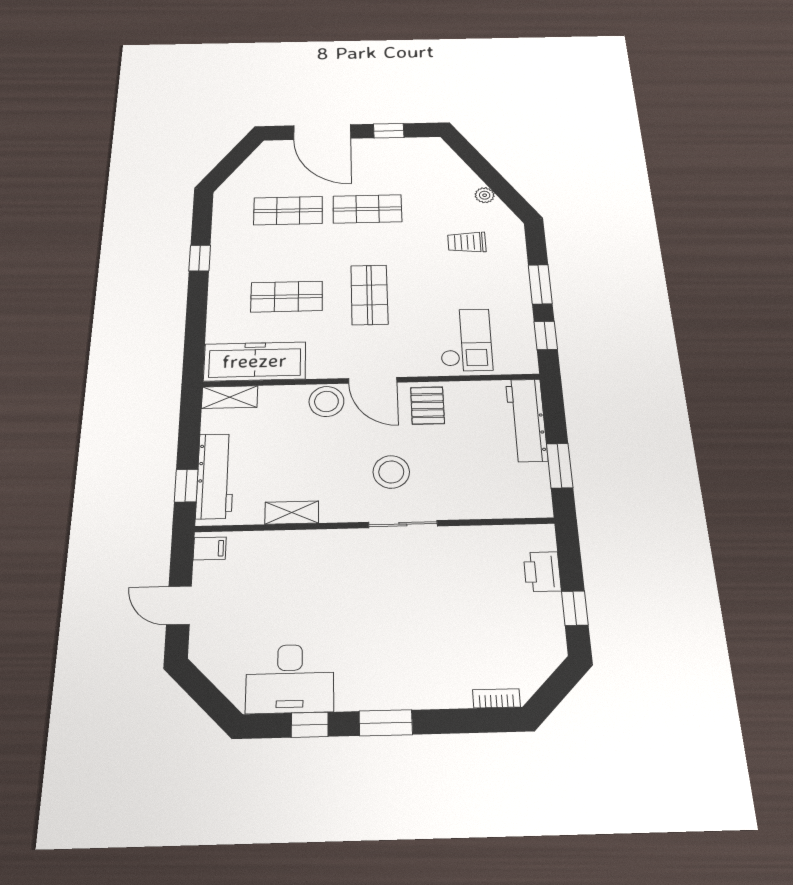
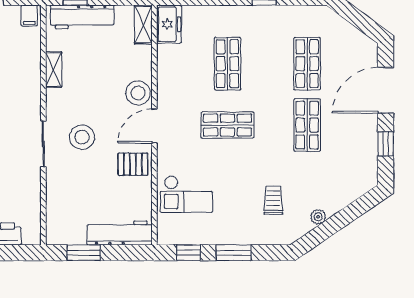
freezer: (255, 361) -> (169, 24), width x0.52, depth x0.79

